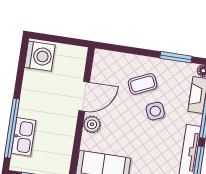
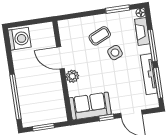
door: (84, 96) -> (60, 58), swing flipped
kitchen sink: (24, 137) -> (26, 101), removed

